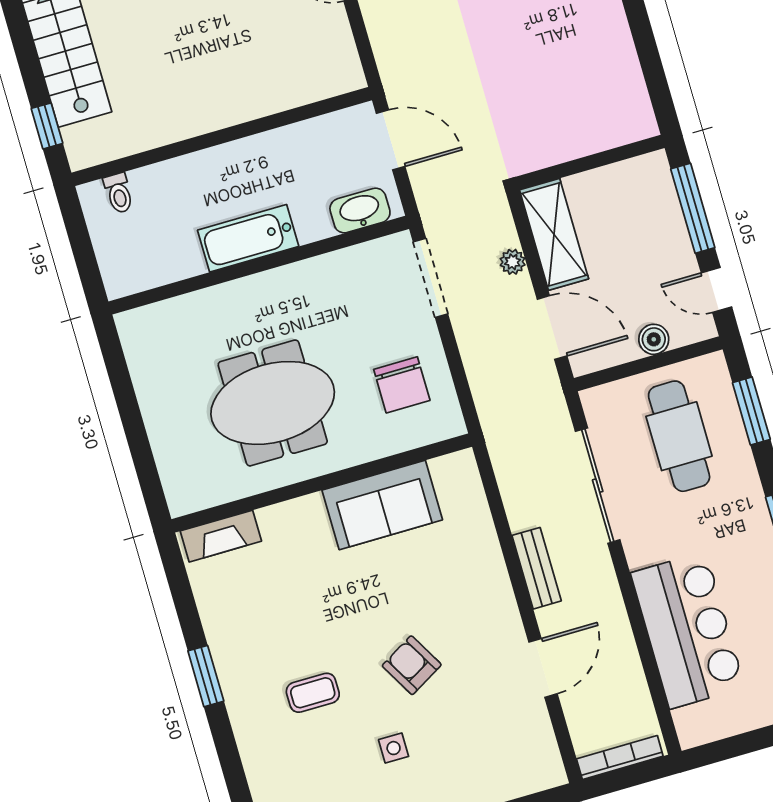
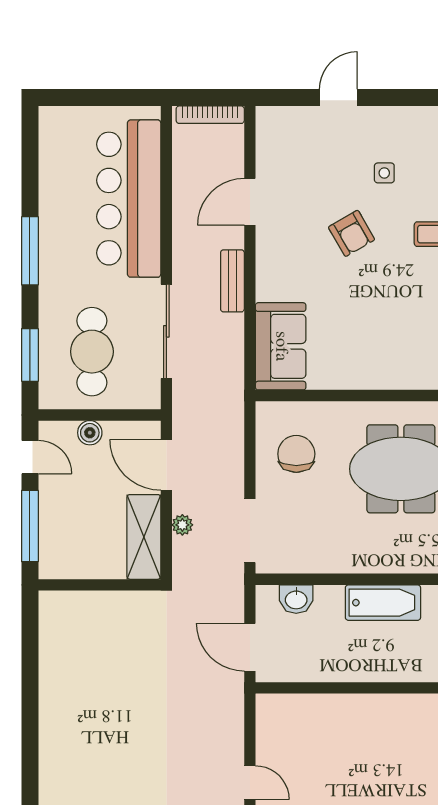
washbasin: (360, 211) -> (296, 599), width x0.72
sofa: (382, 505) -> (281, 346), moved, turned 90
bar counter: (688, 630) -> (129, 199), width x1.36

